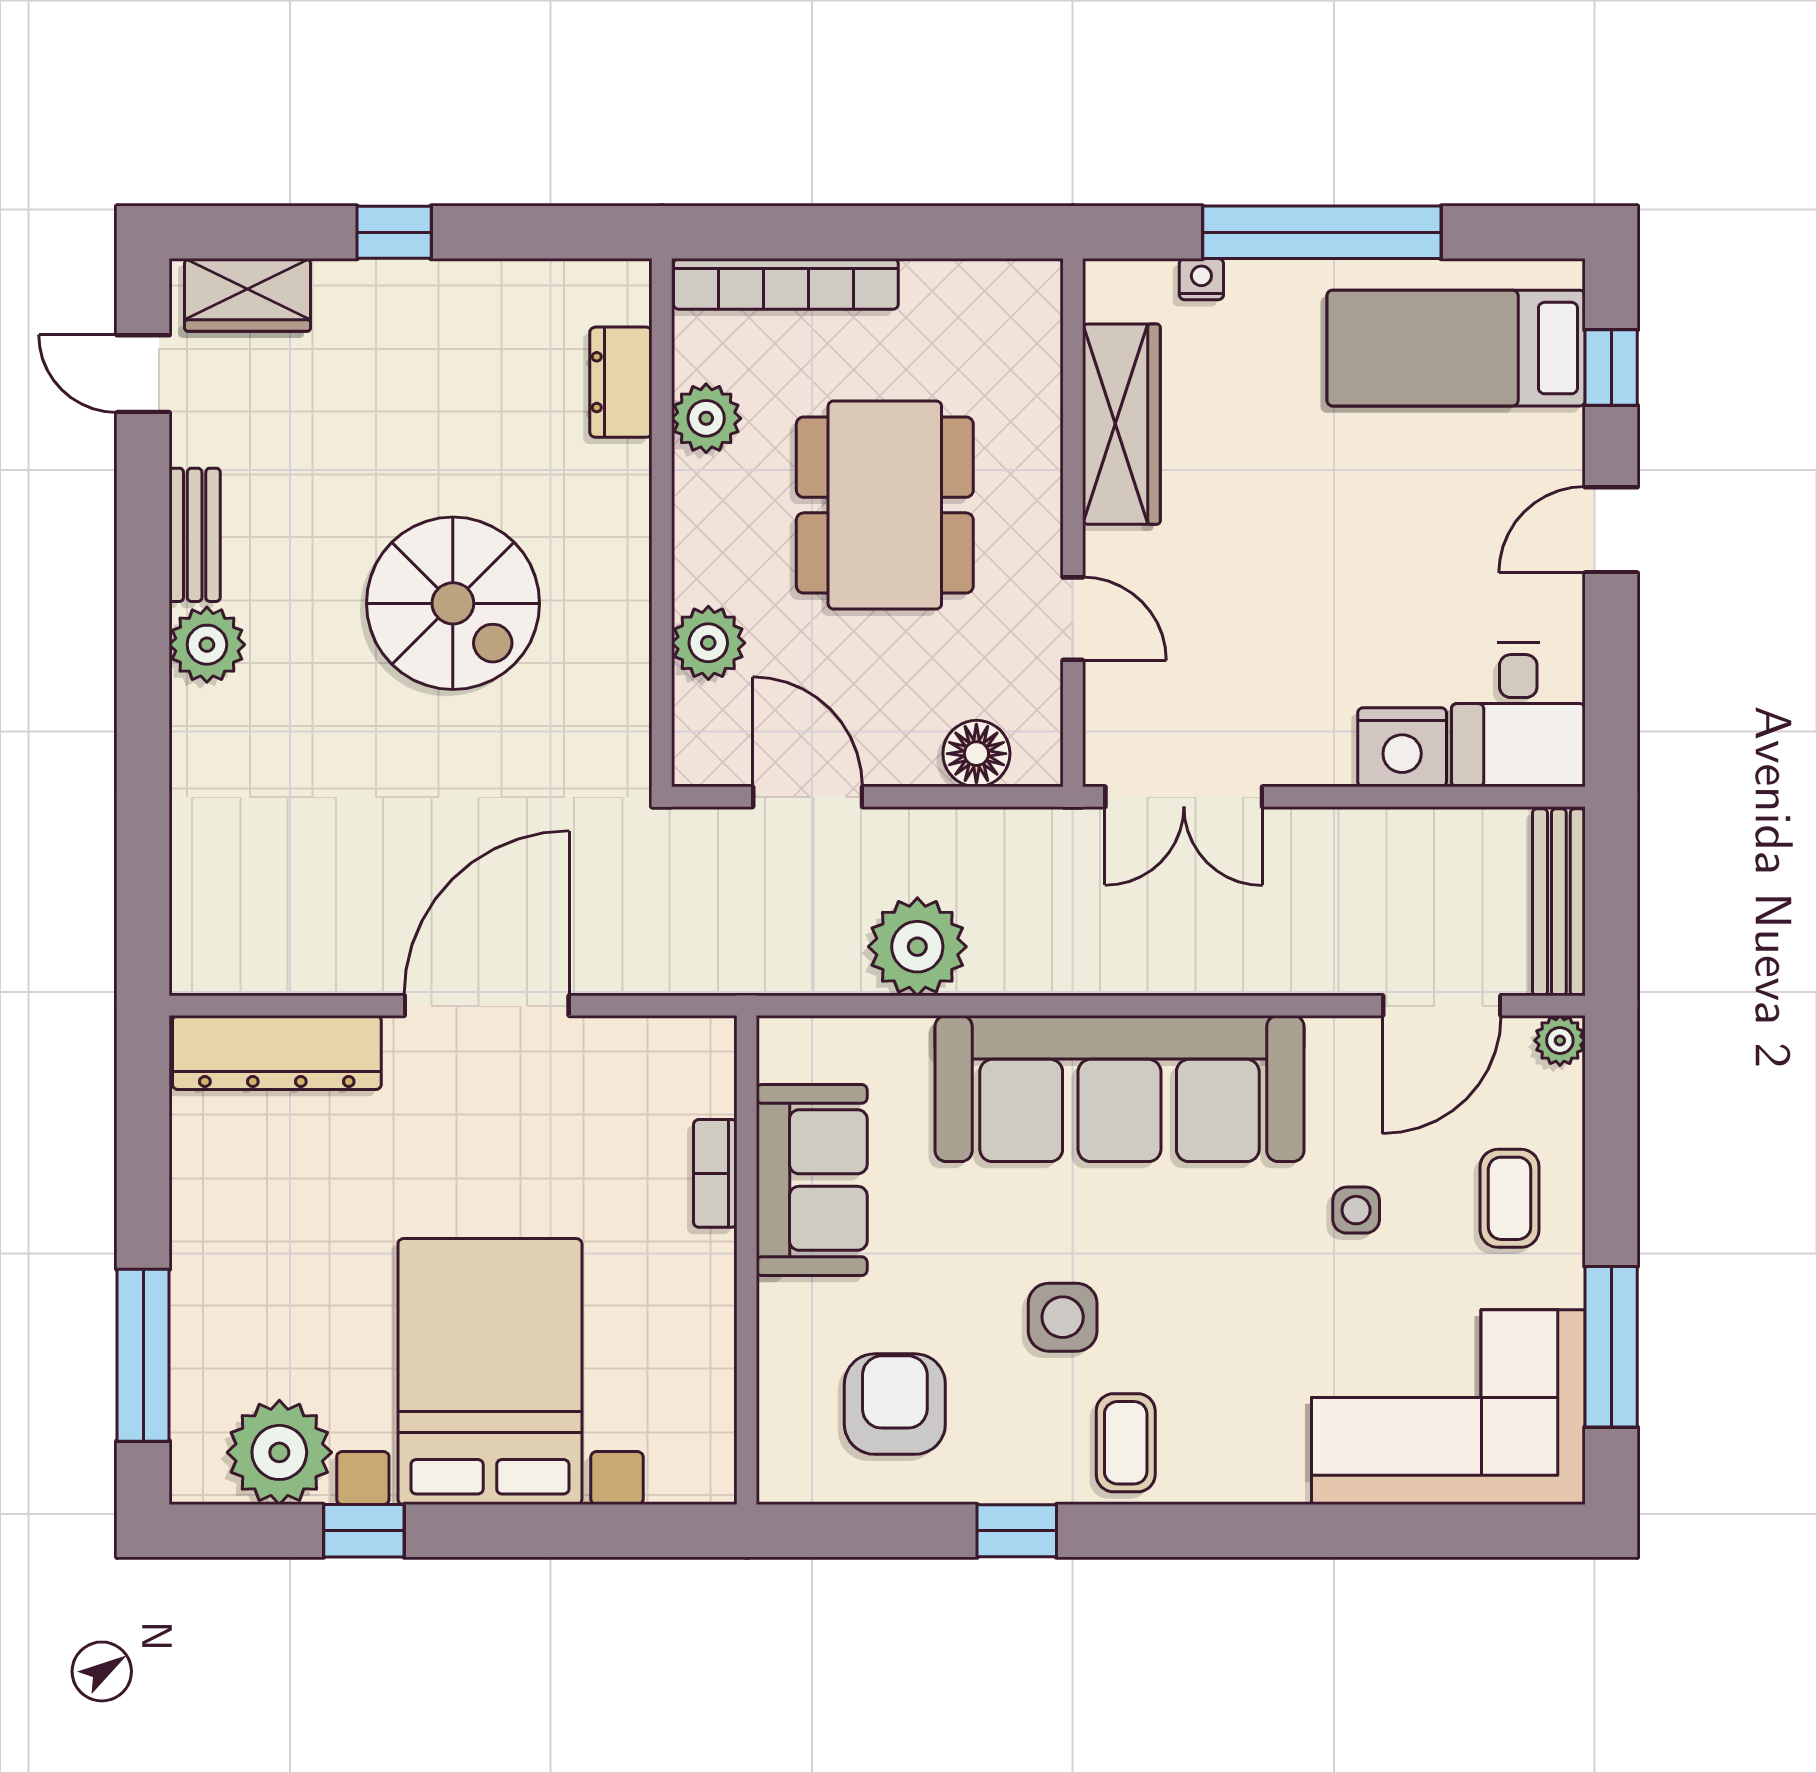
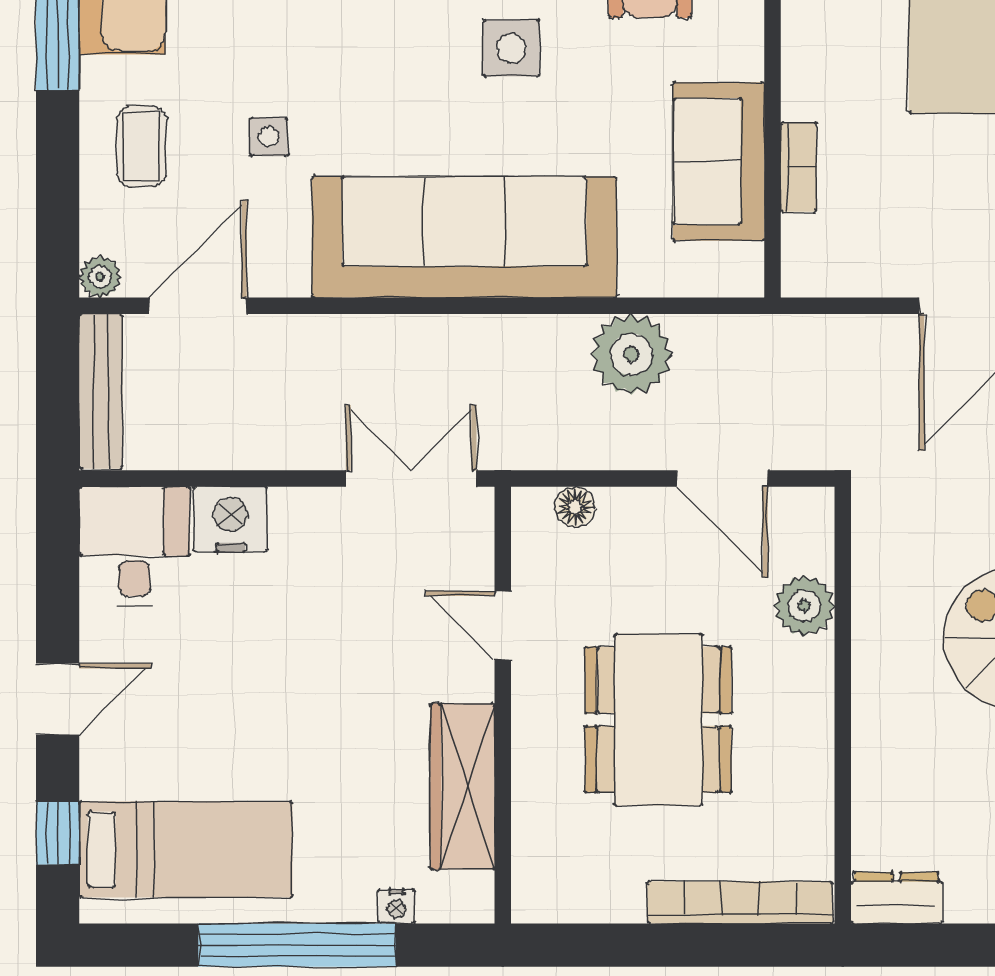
dresser: (621, 382) -> (896, 898), moved, turned -90
plant: (706, 418) -> (806, 791), removed
floor lamp: (976, 754) -> (575, 507), width x0.73, depth x0.73

